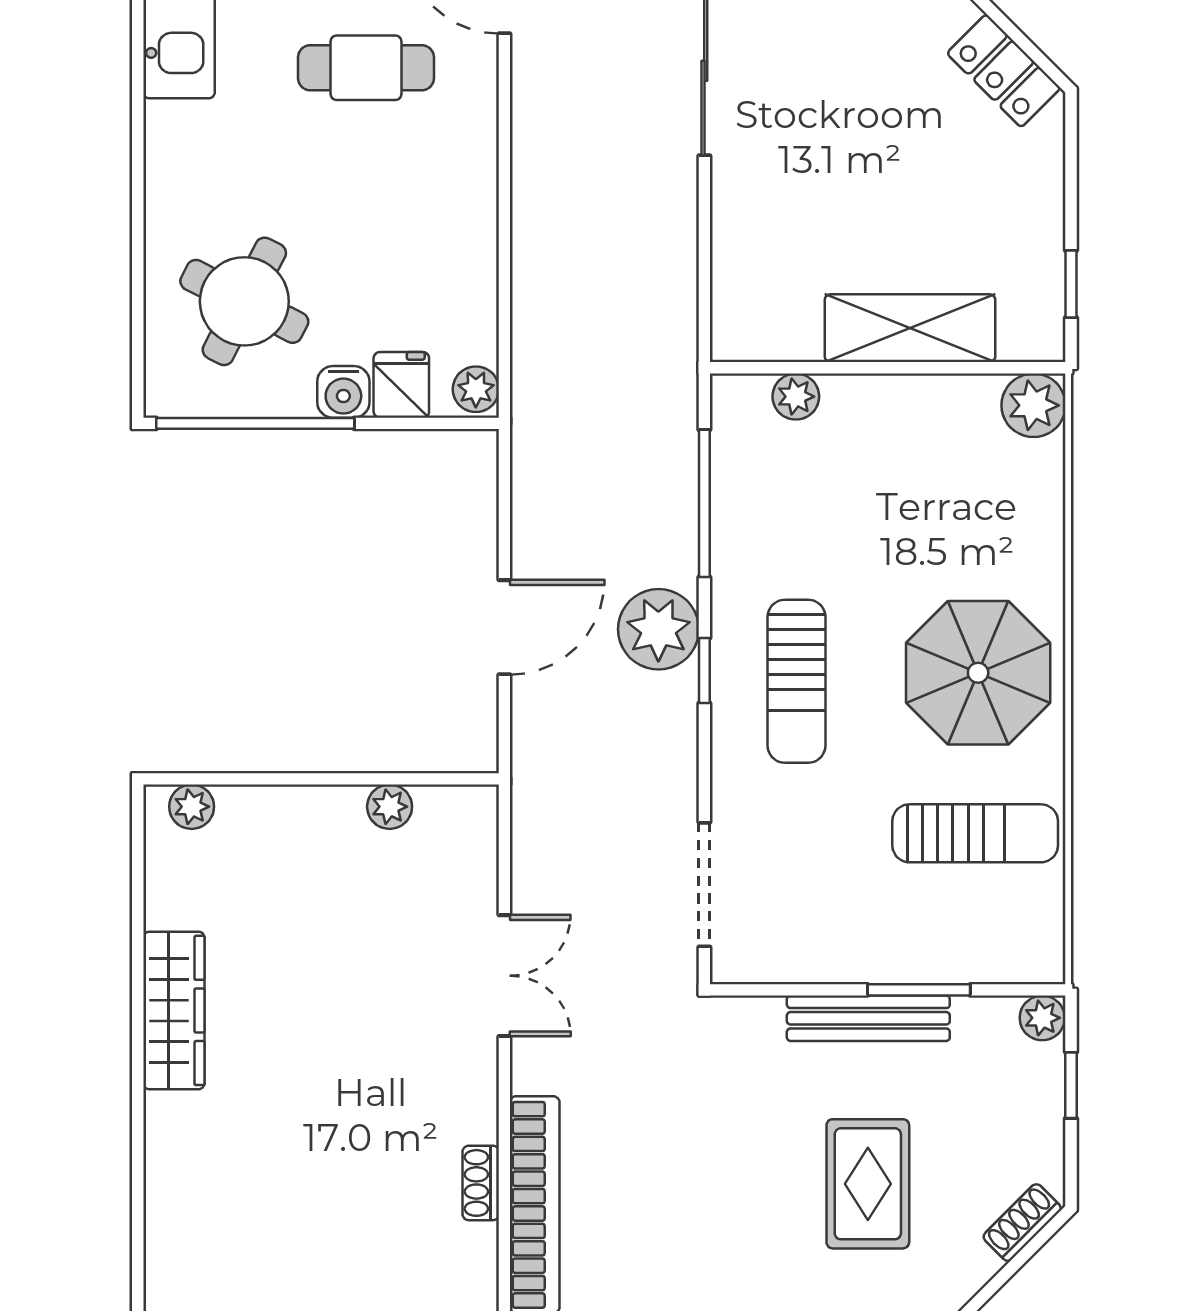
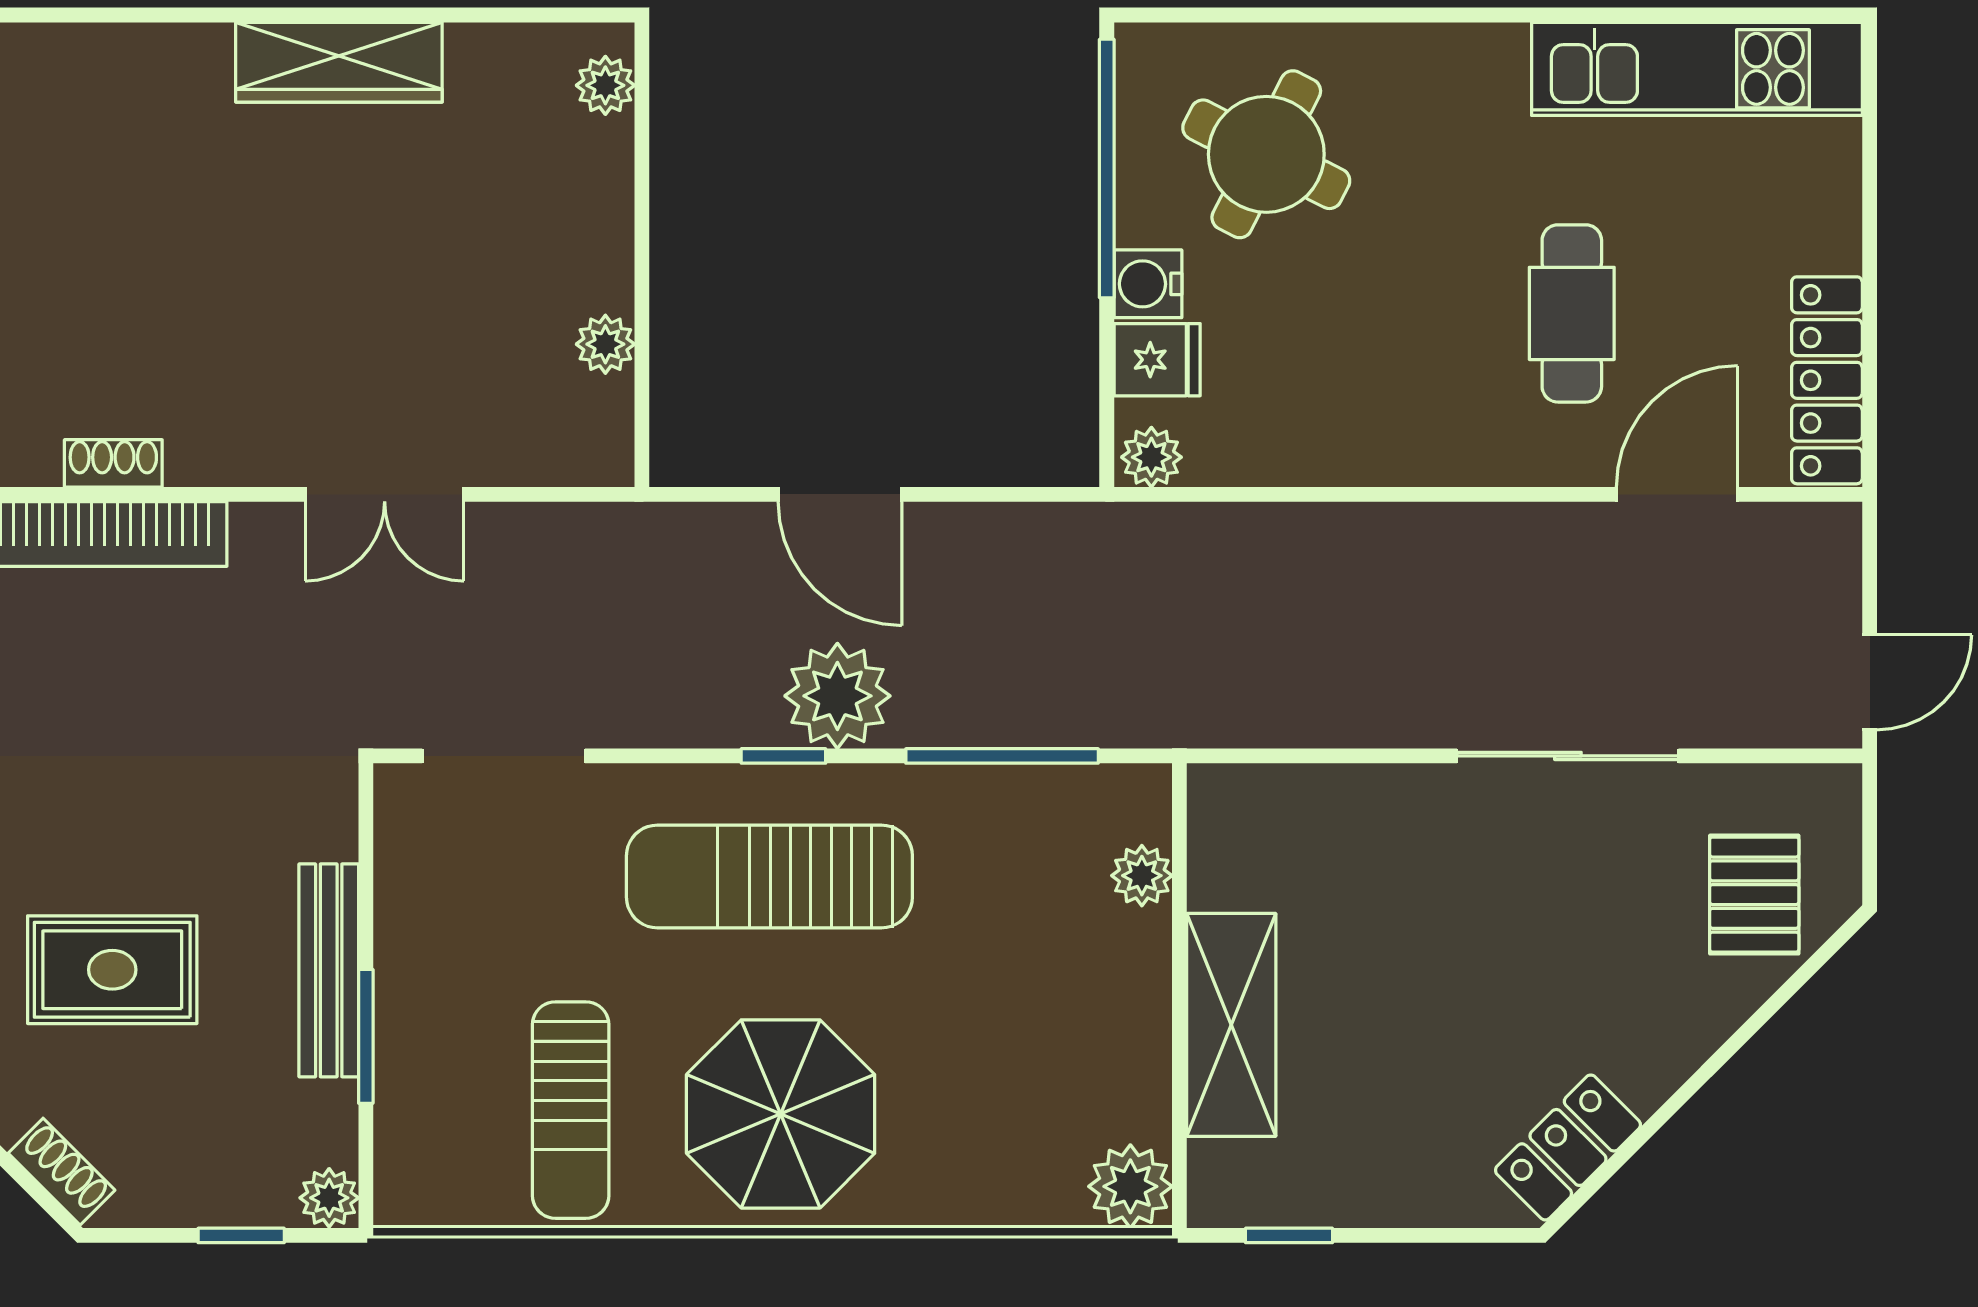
sun lounger: (797, 681) -> (769, 876), width x1.36, depth x1.34

